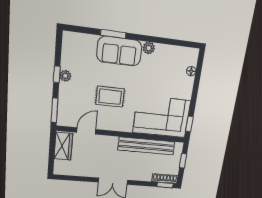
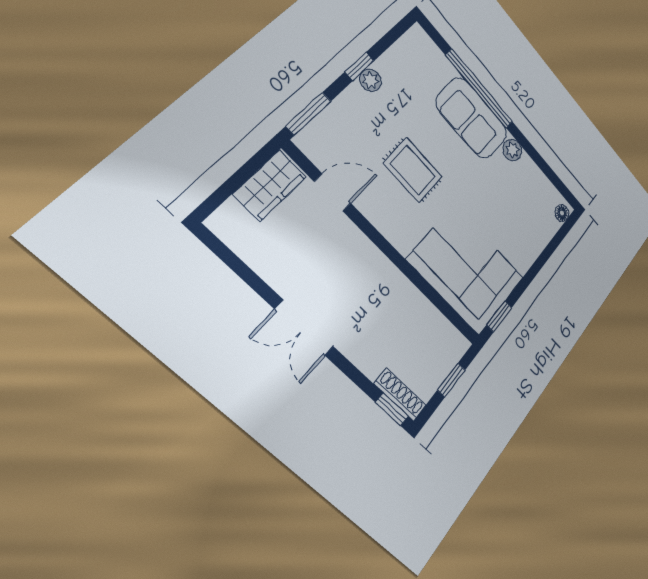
window: (113, 34) -> (480, 89), width x2.11
floor lamp: (191, 71) -> (562, 213), moved
bench: (146, 146) -> (411, 302), removed

